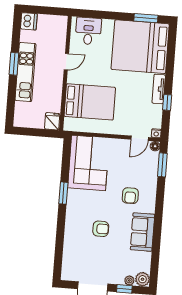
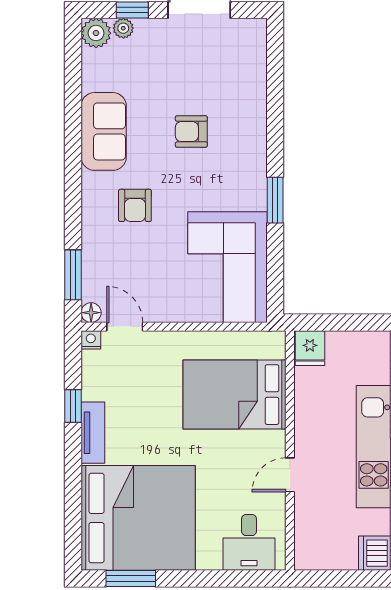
door: (140, 138) -> (125, 327), hinge flipped
armchair: (130, 196) -> (135, 205), turned 180

